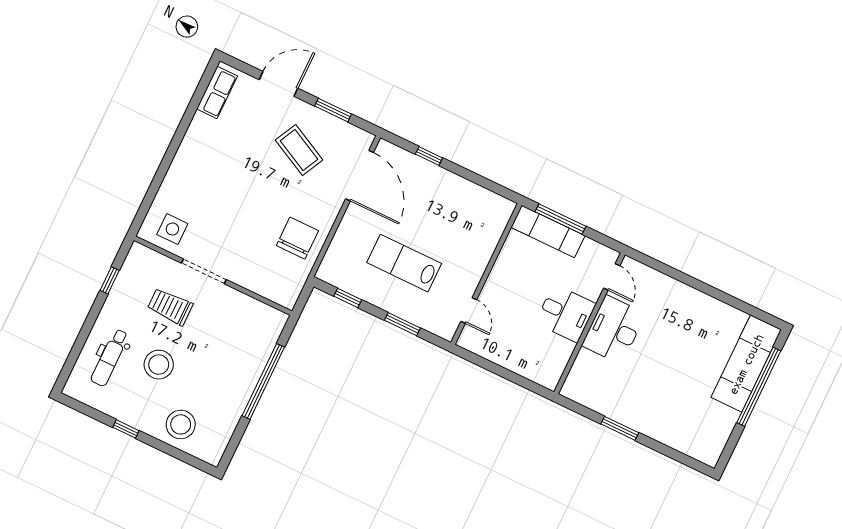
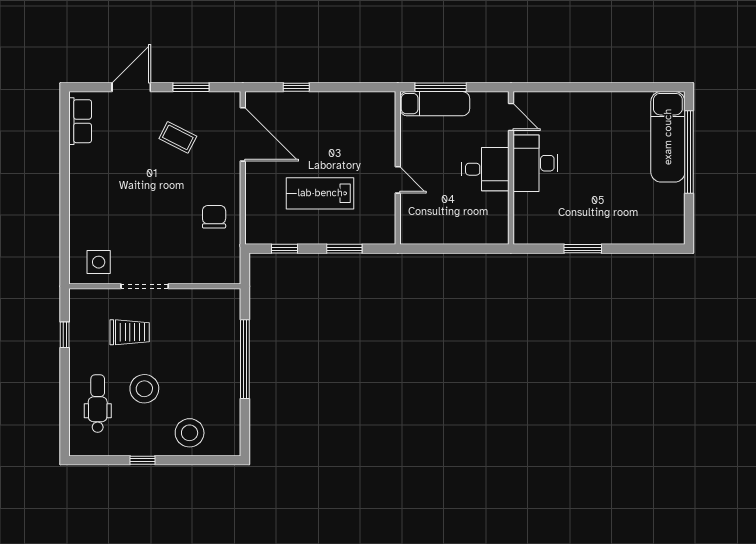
coffee table: (299, 150) -> (178, 137), width x0.73, depth x0.77
chair: (297, 238) -> (214, 217), width x0.73, depth x0.73
trolley: (170, 307) -> (130, 332), turned 180
door: (469, 310) -> (398, 180), moved
dental chair: (110, 358) -> (98, 404), turned 180

